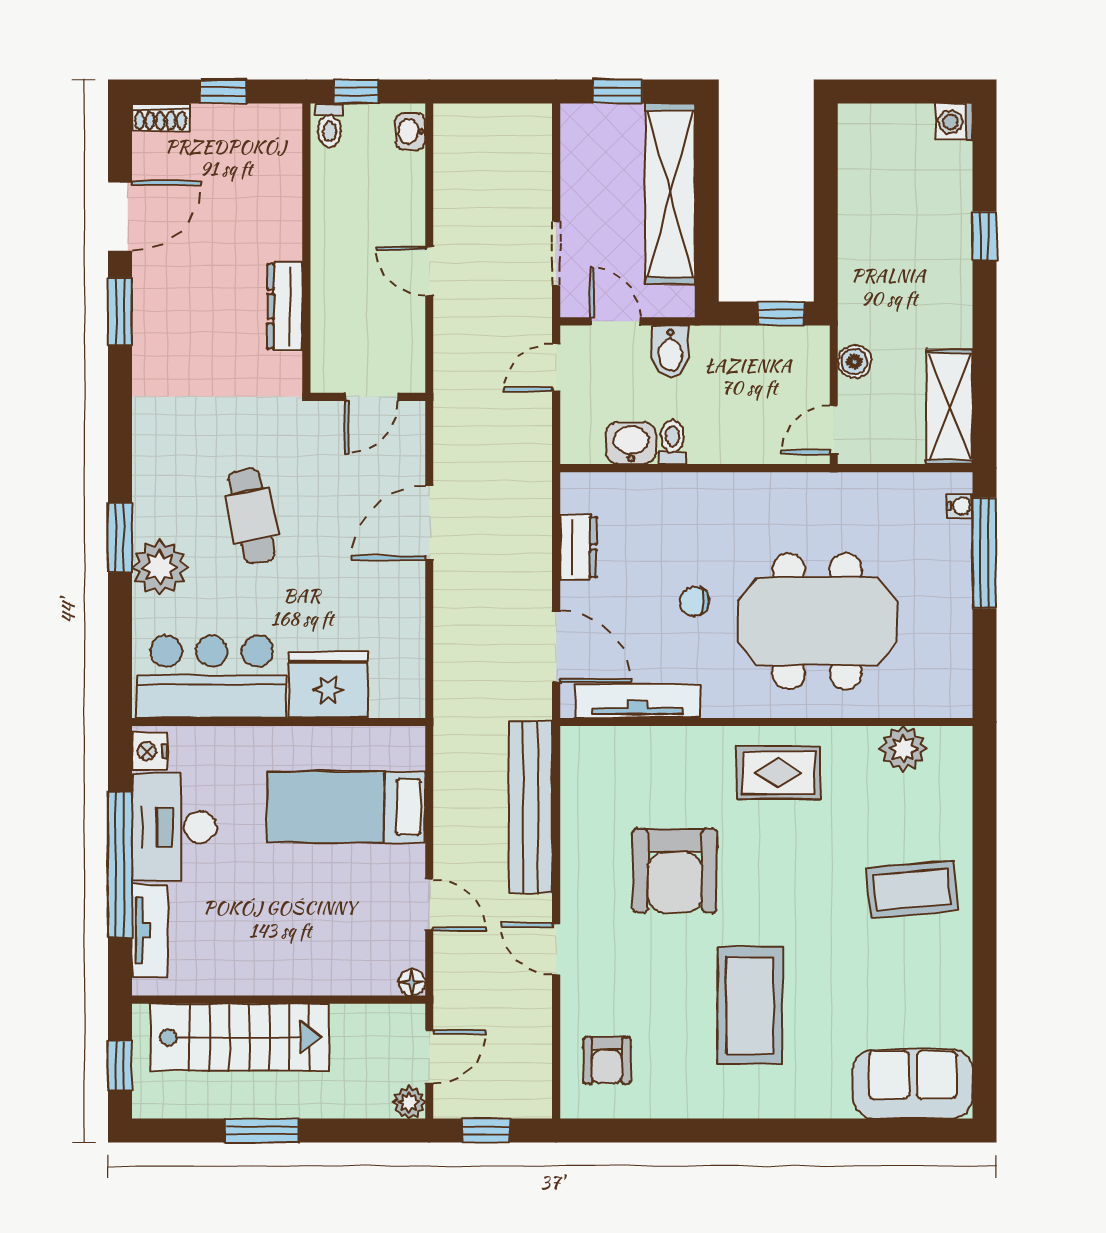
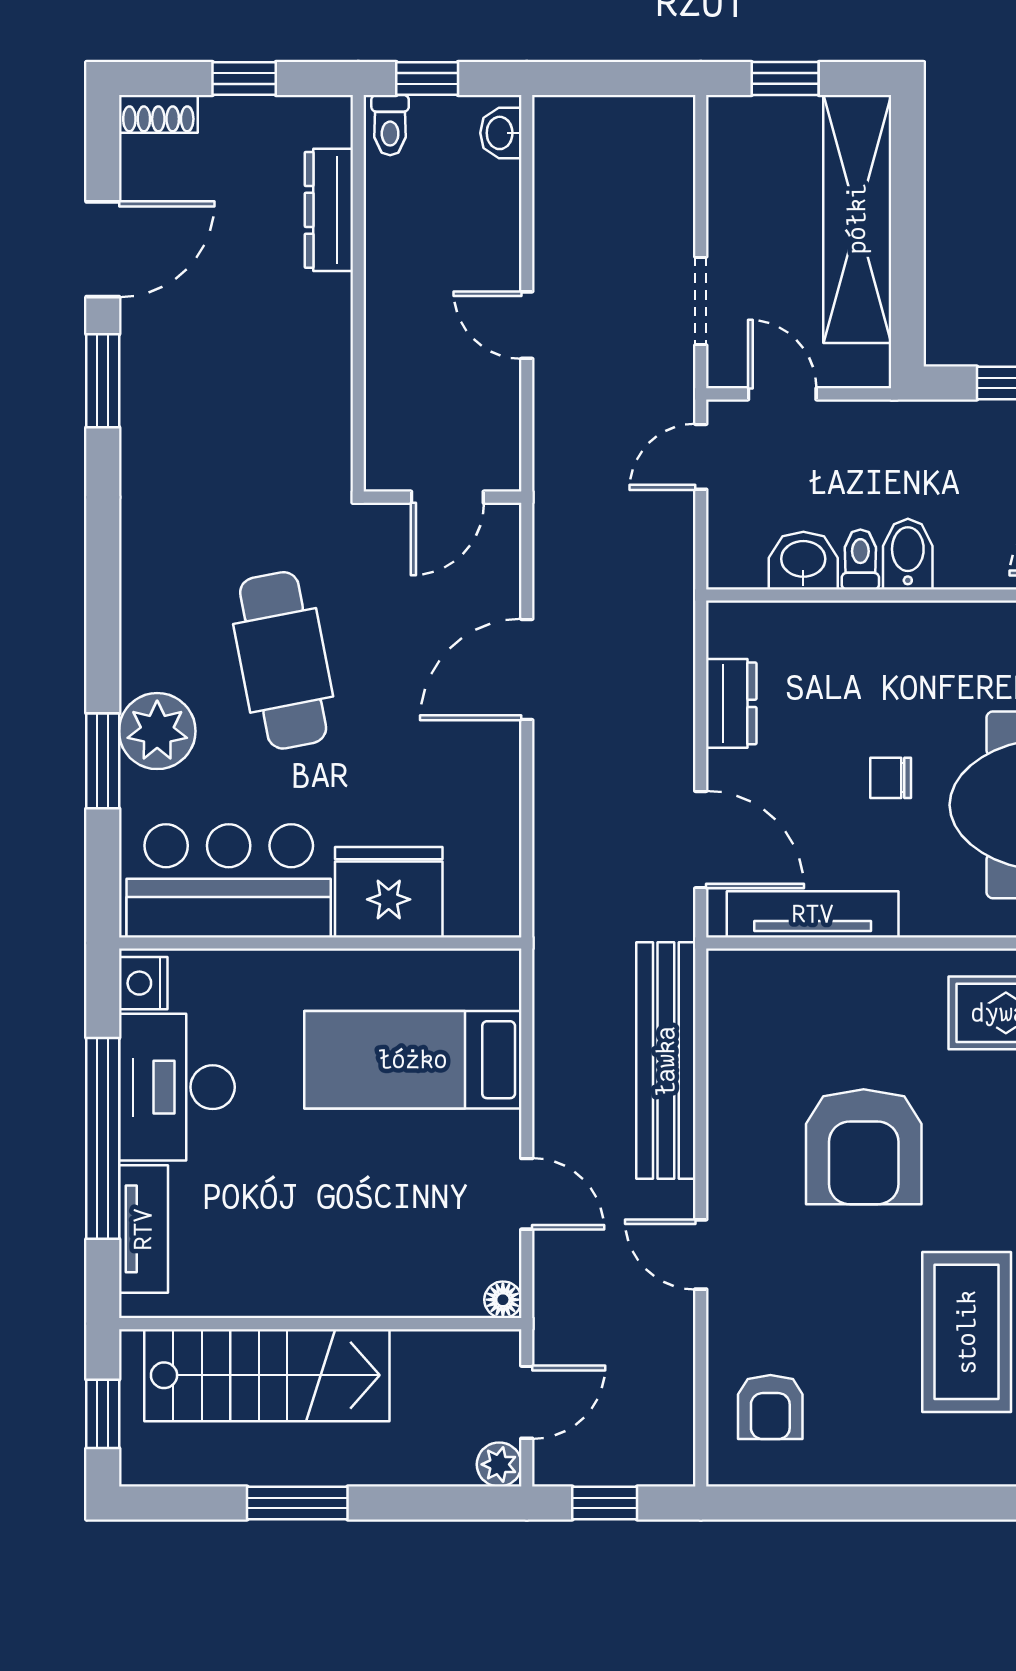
dresser: (285, 306) -> (329, 210), moved
bidet: (670, 351) -> (908, 554), moved, turned 180
cafe table: (251, 516) -> (283, 660), width x1.37, depth x1.35
window: (120, 538) -> (103, 761), moved

